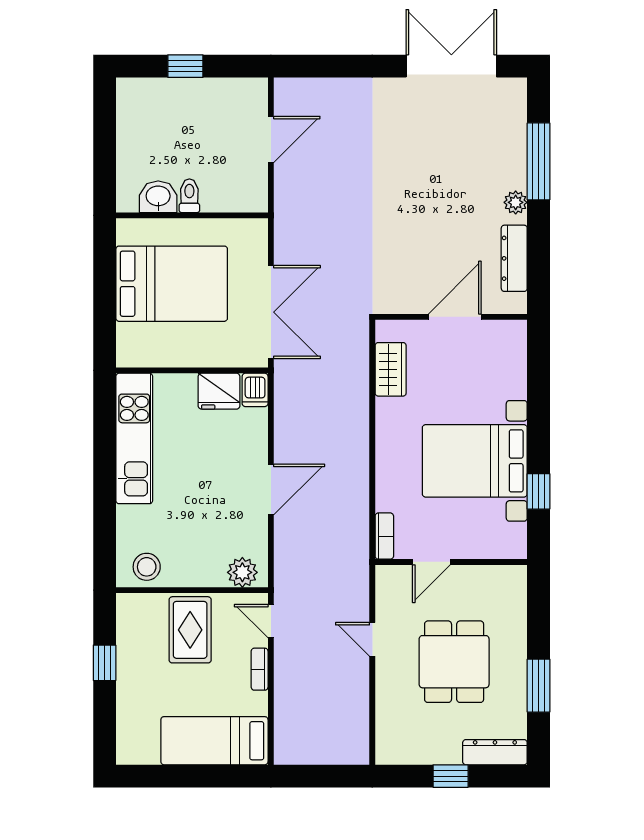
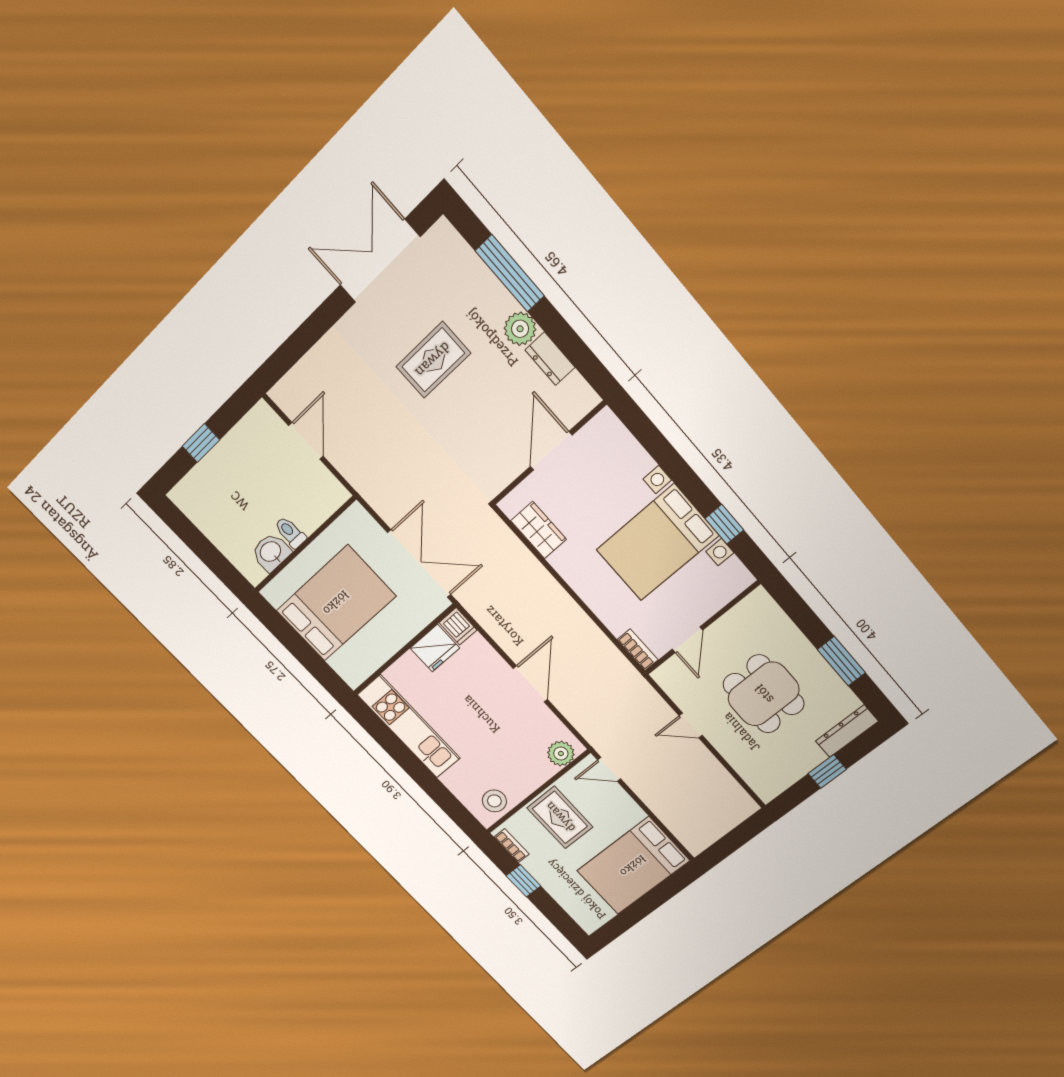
rug: (426, 170) -> (433, 360), added
plant: (516, 202) -> (520, 329), width x1.38, depth x1.38
dresser: (514, 258) -> (550, 359), width x0.70
bookcase: (260, 669) -> (512, 846), moved, turned 180
bed: (214, 741) -> (633, 866), width x1.50

